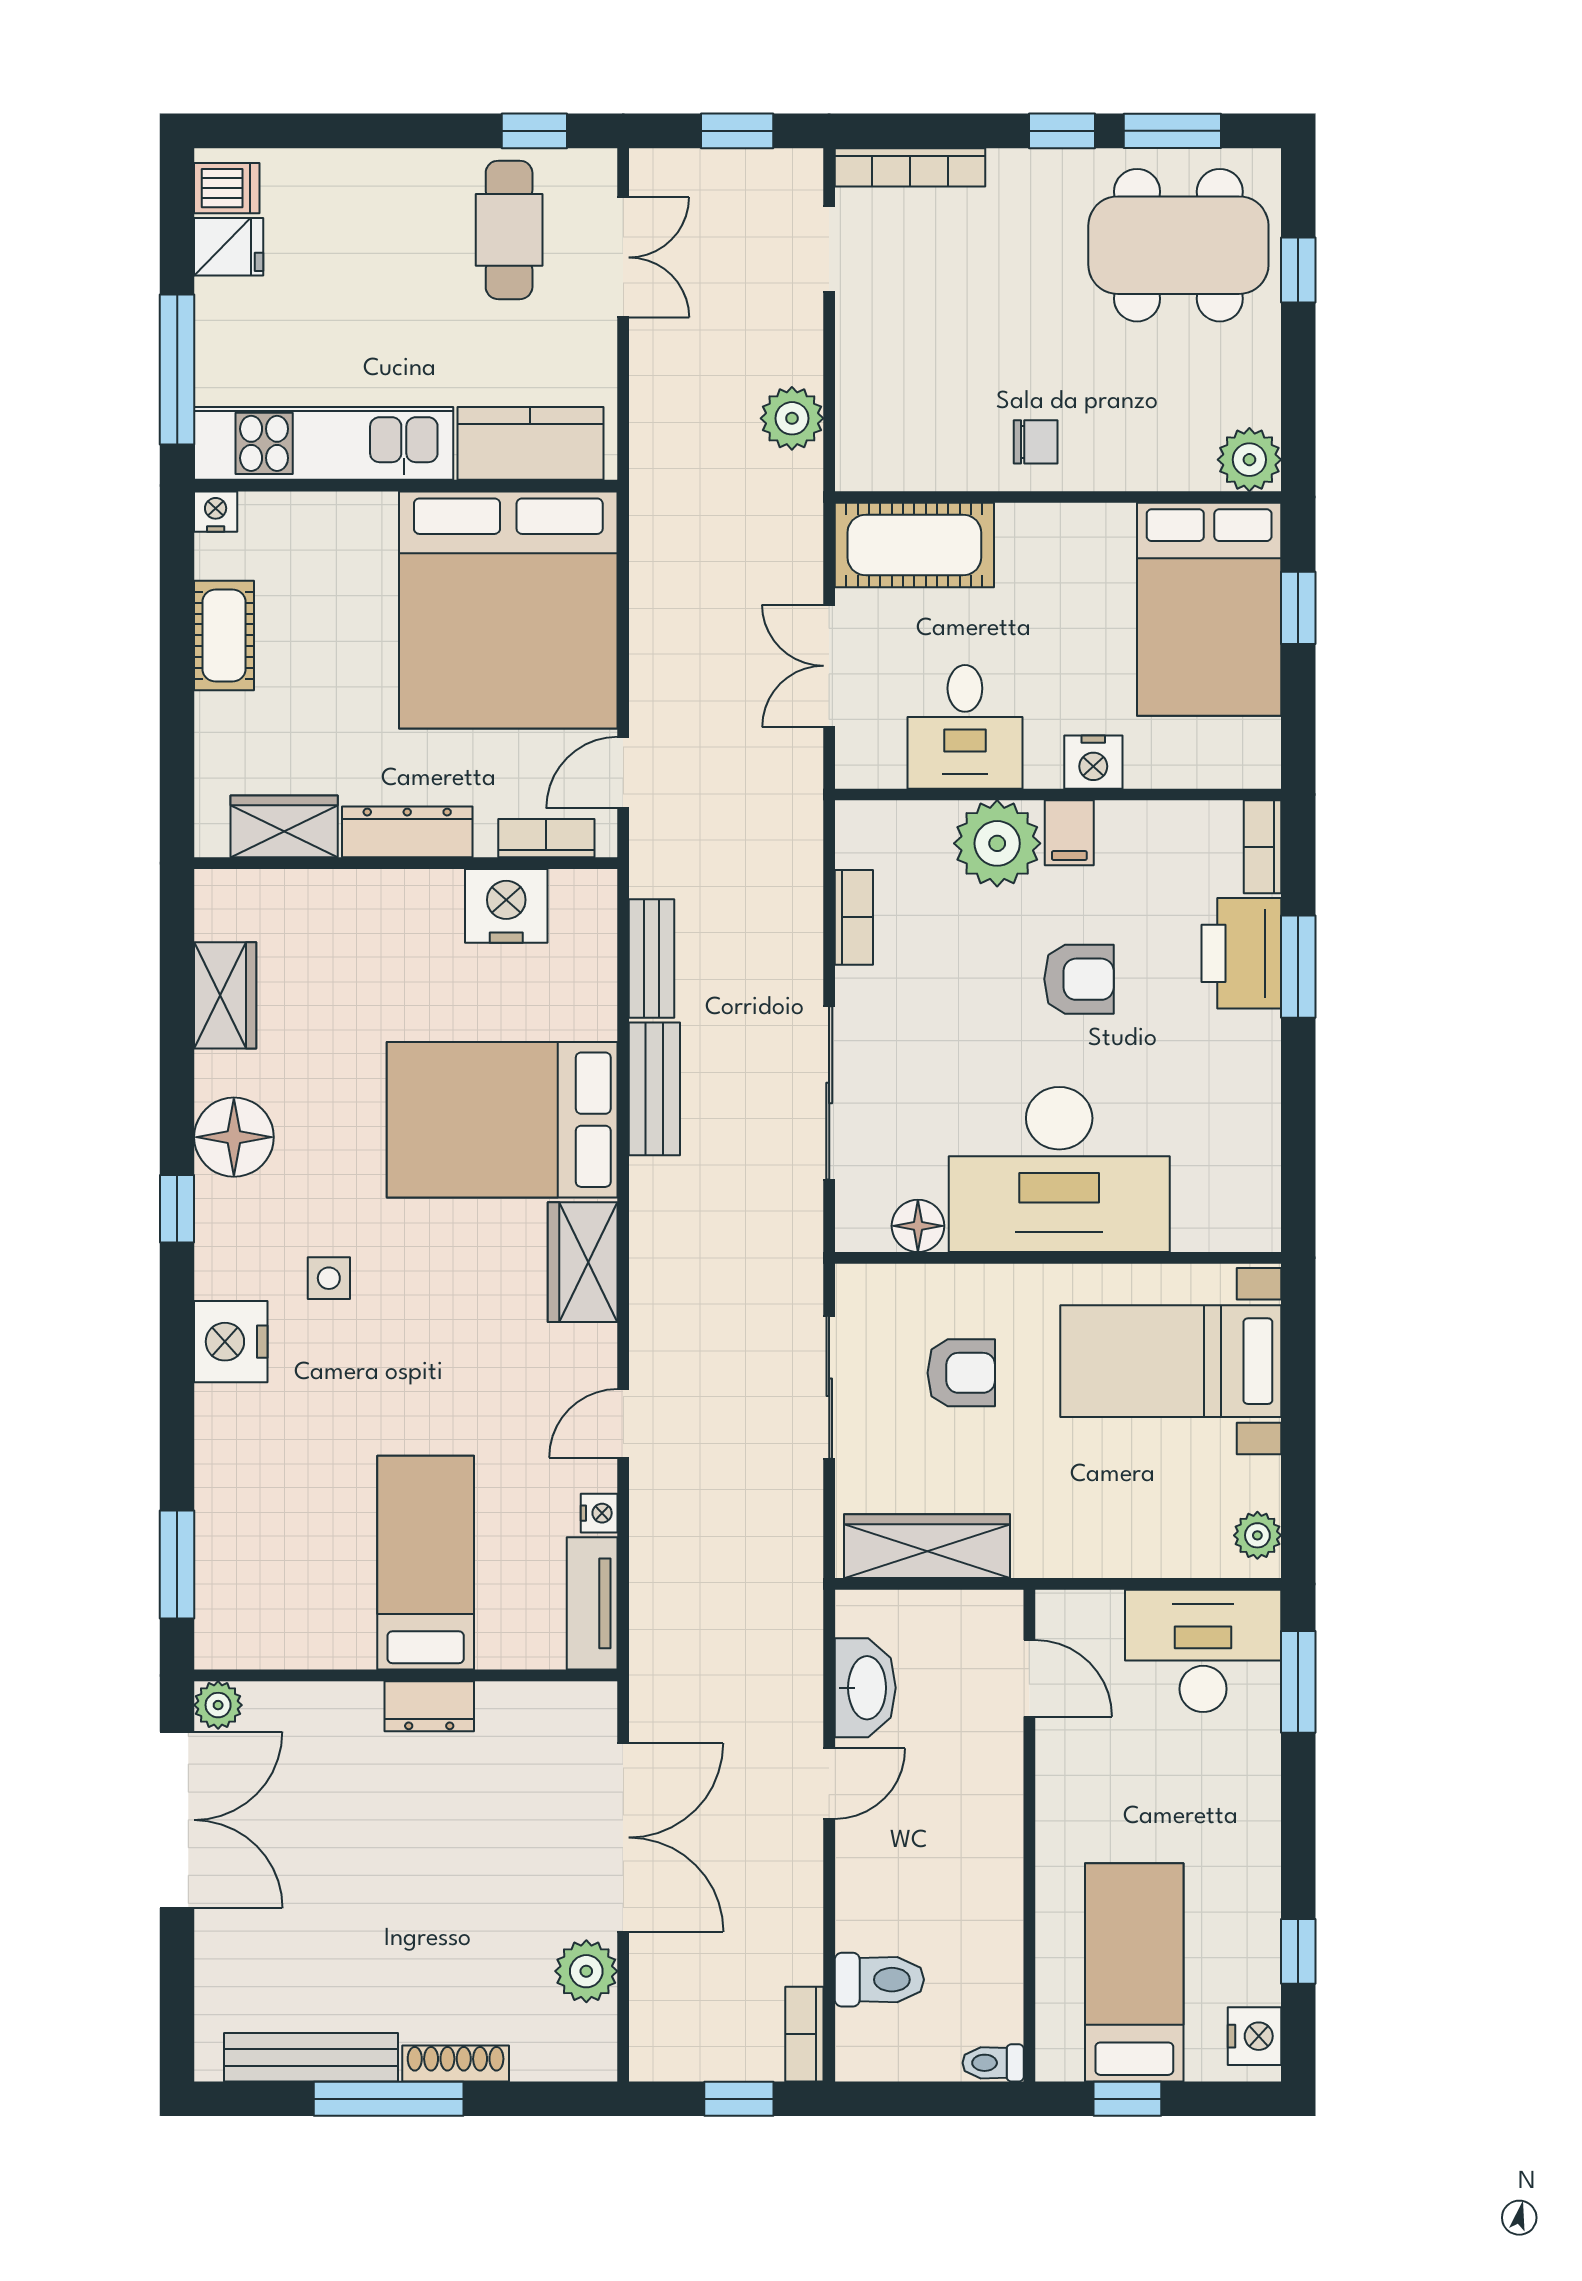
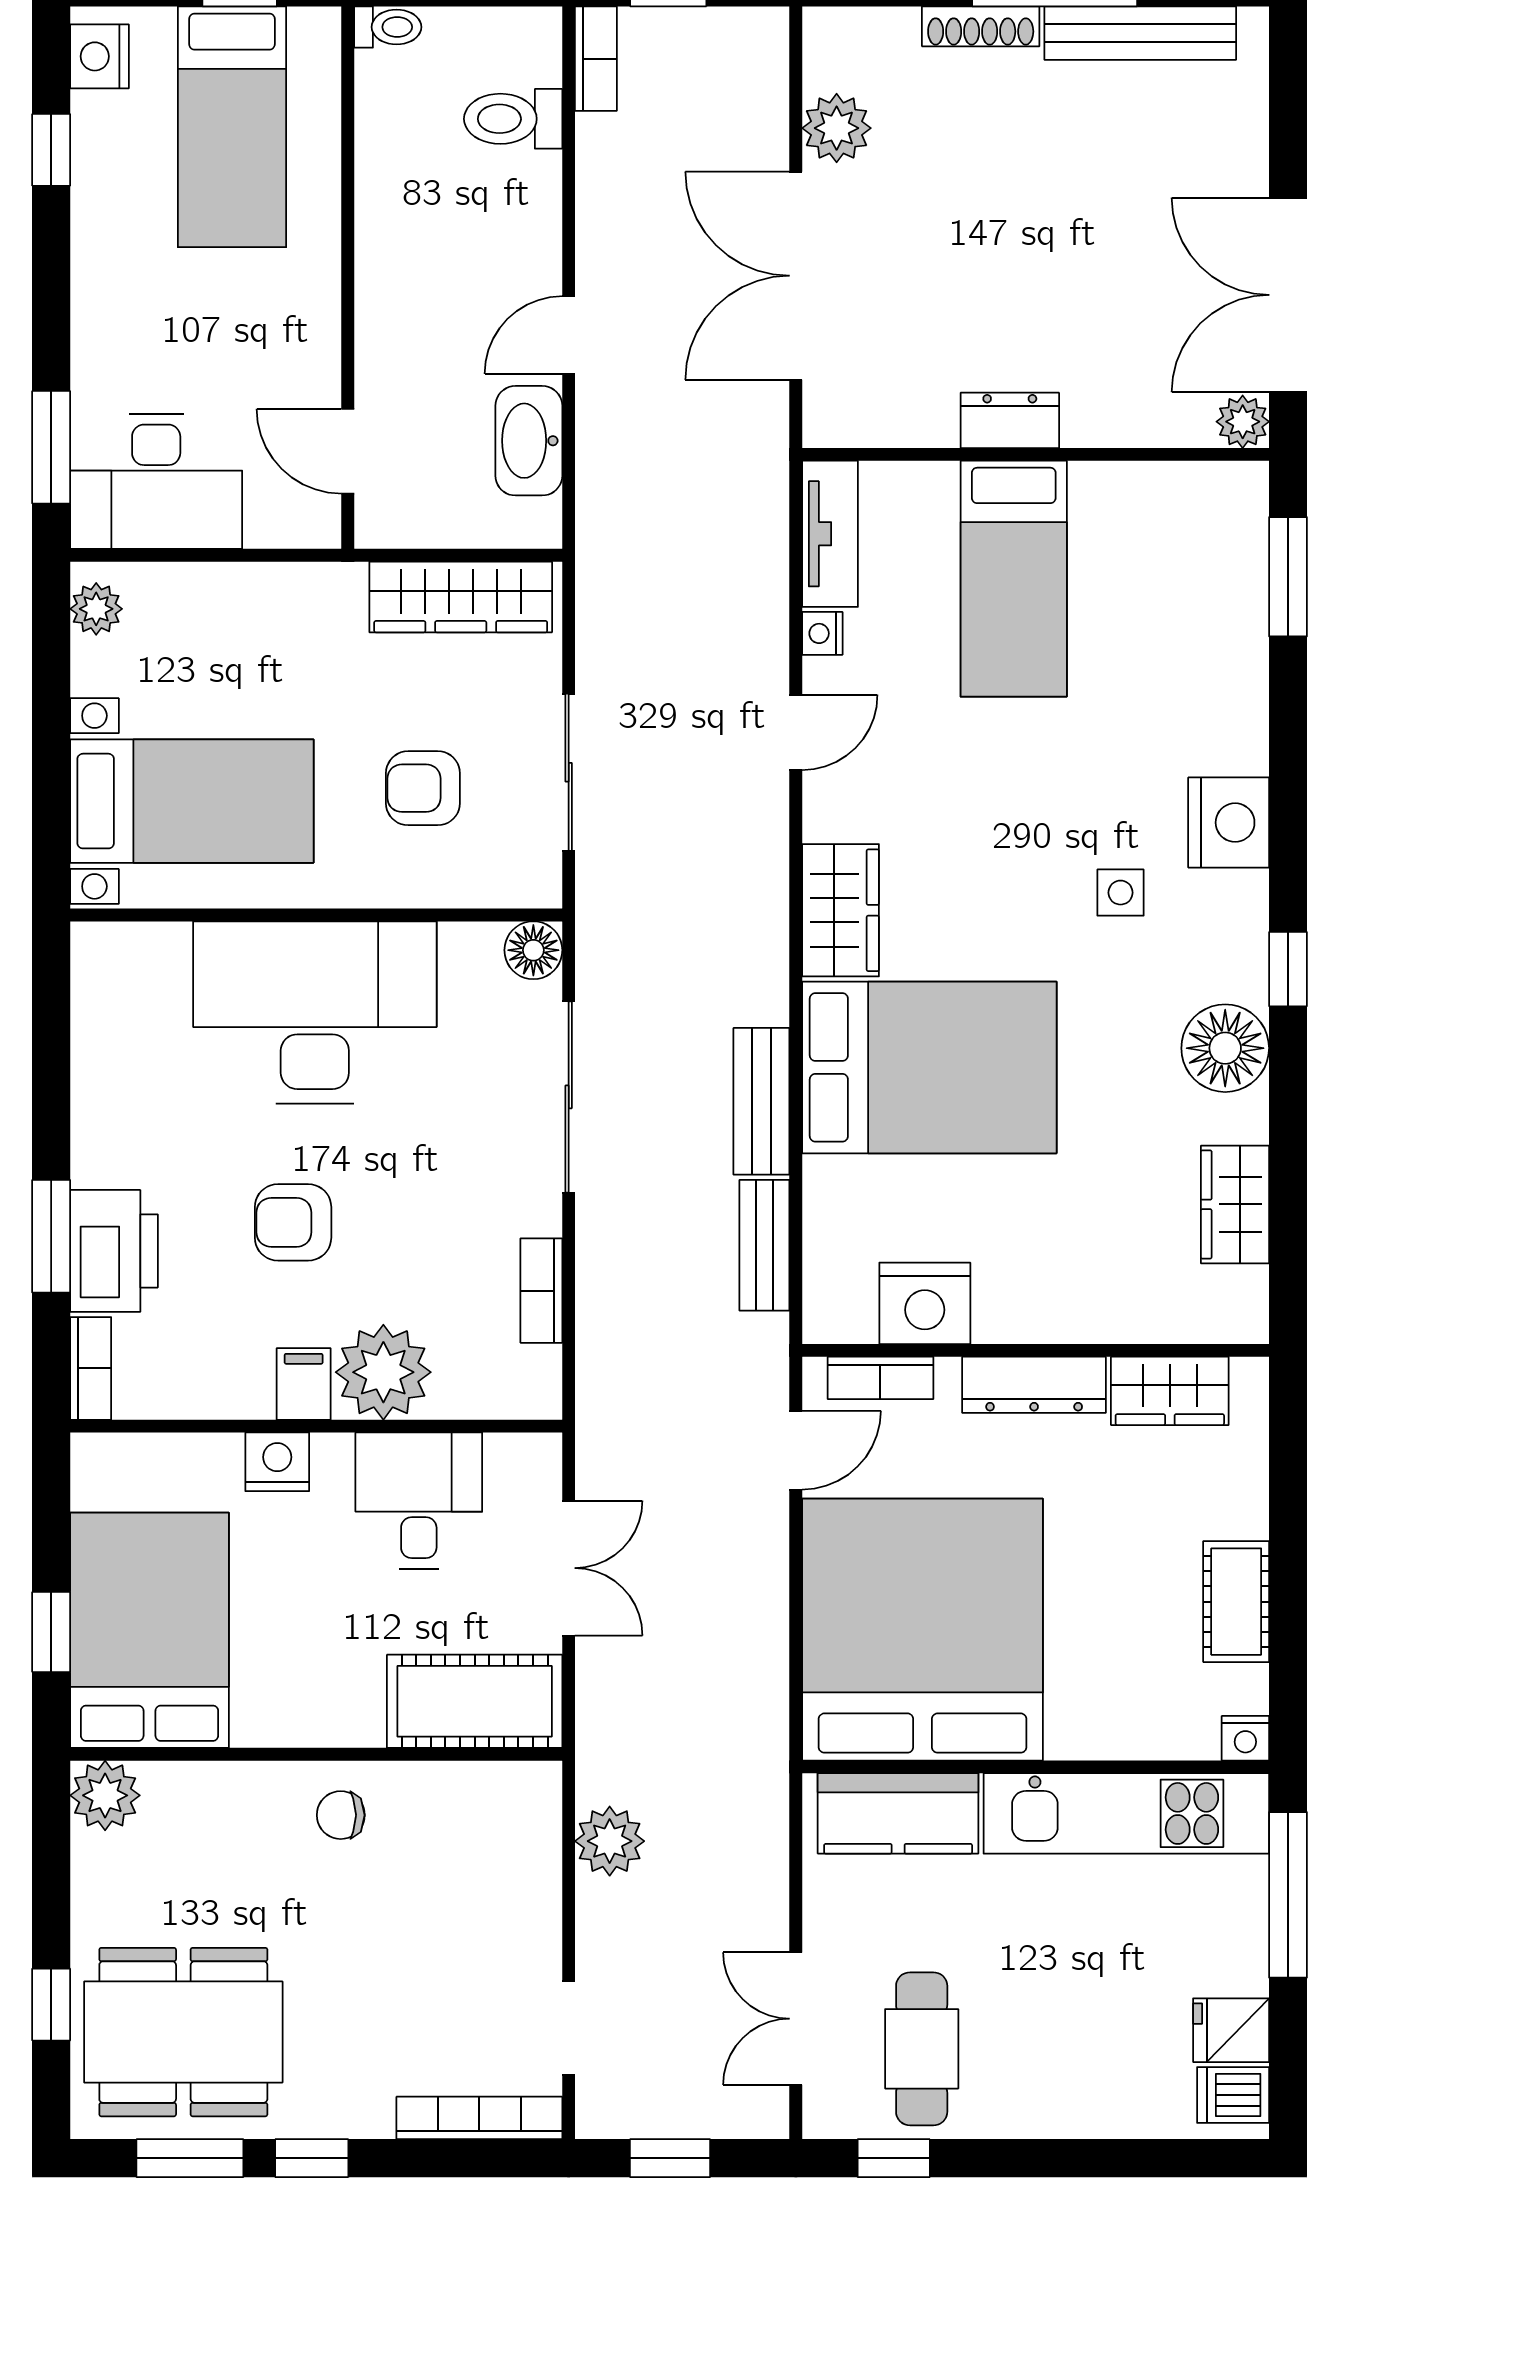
floor lamp: (918, 1226) -> (533, 950), moved

